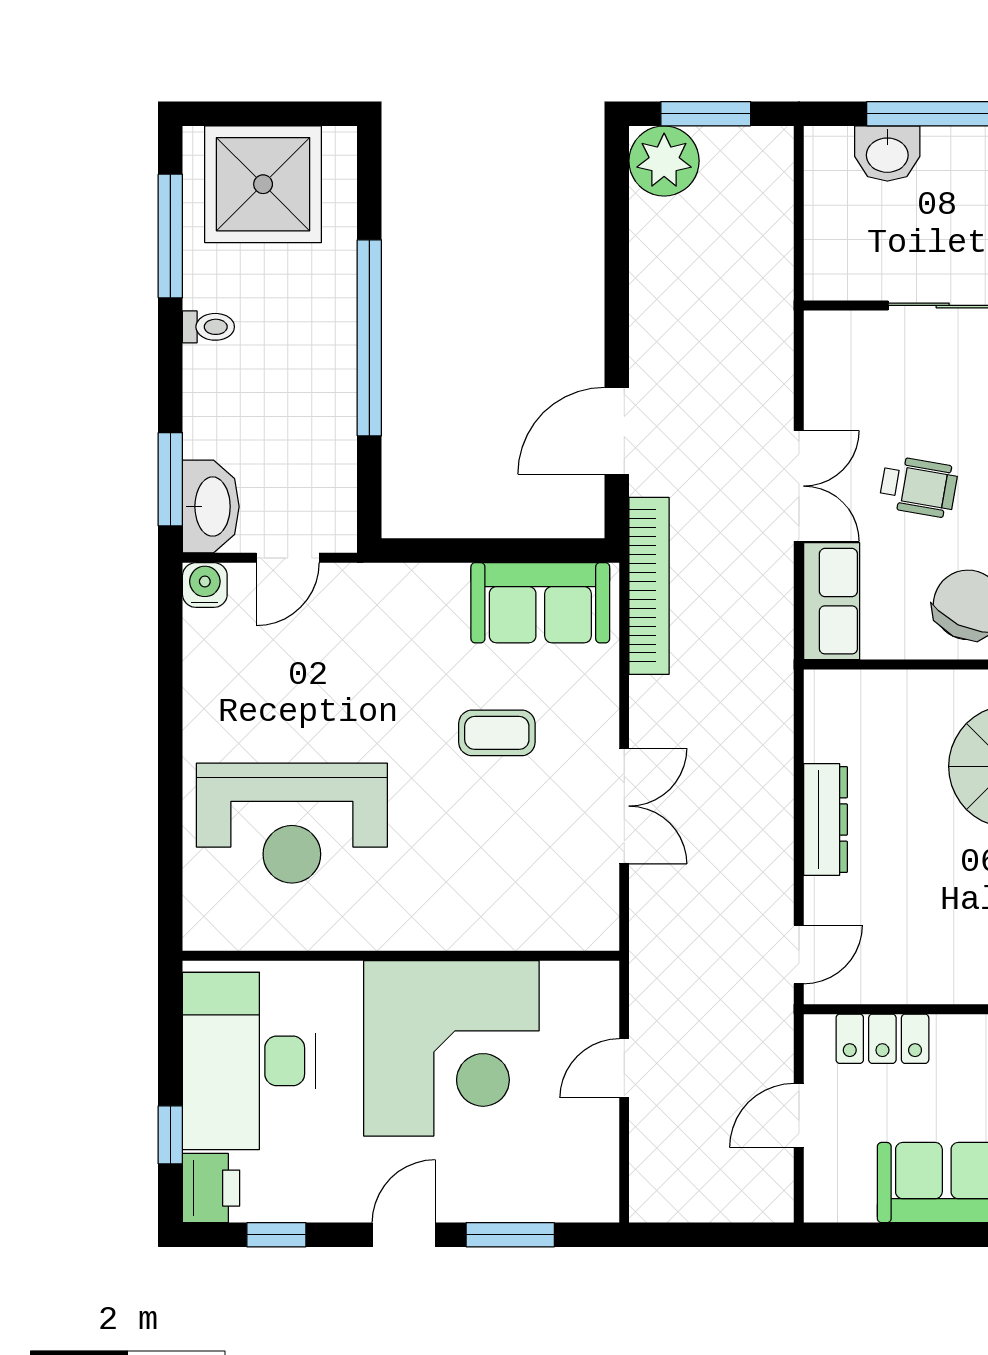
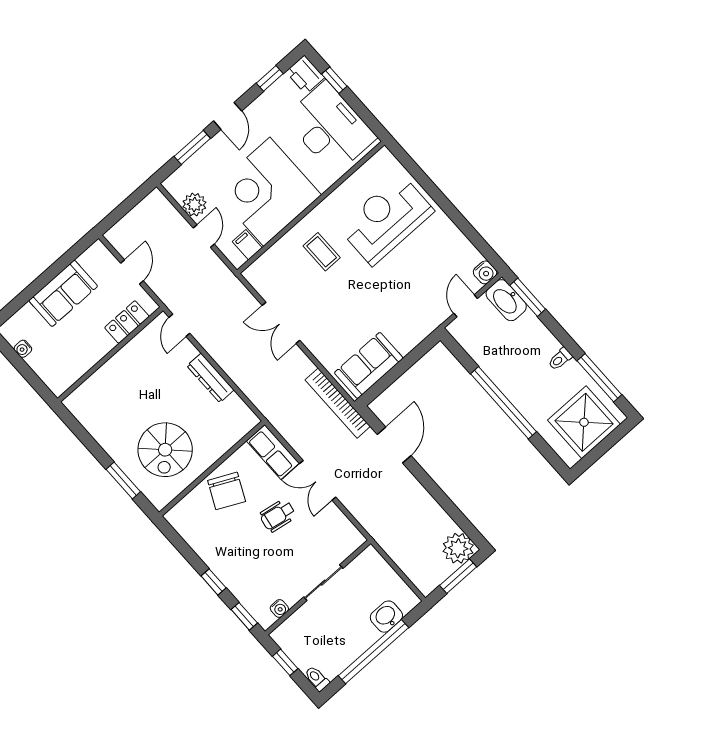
coffee table: (497, 733) -> (322, 252), moved, turned 90
filing cabinet: (564, 988) -> (247, 245), added
plant: (592, 1135) -> (194, 205), added

